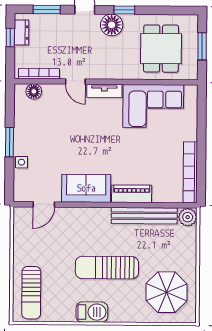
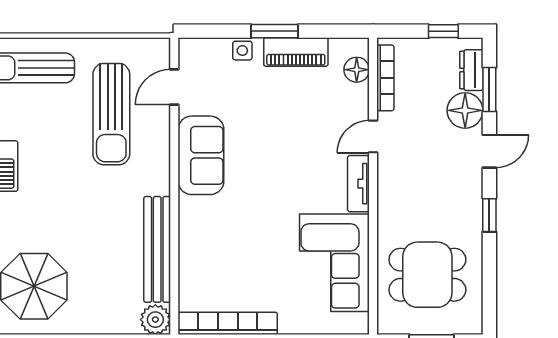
floor lamp: (112, 25) -> (465, 110), moved
dresser: (21, 32) -> (471, 70), moved, turned 90
piano: (132, 194) -> (296, 52), moved, turned 90
door: (44, 204) -> (174, 87), hinge flipped
sun lounger: (107, 268) -> (111, 114), moved, turned 180

